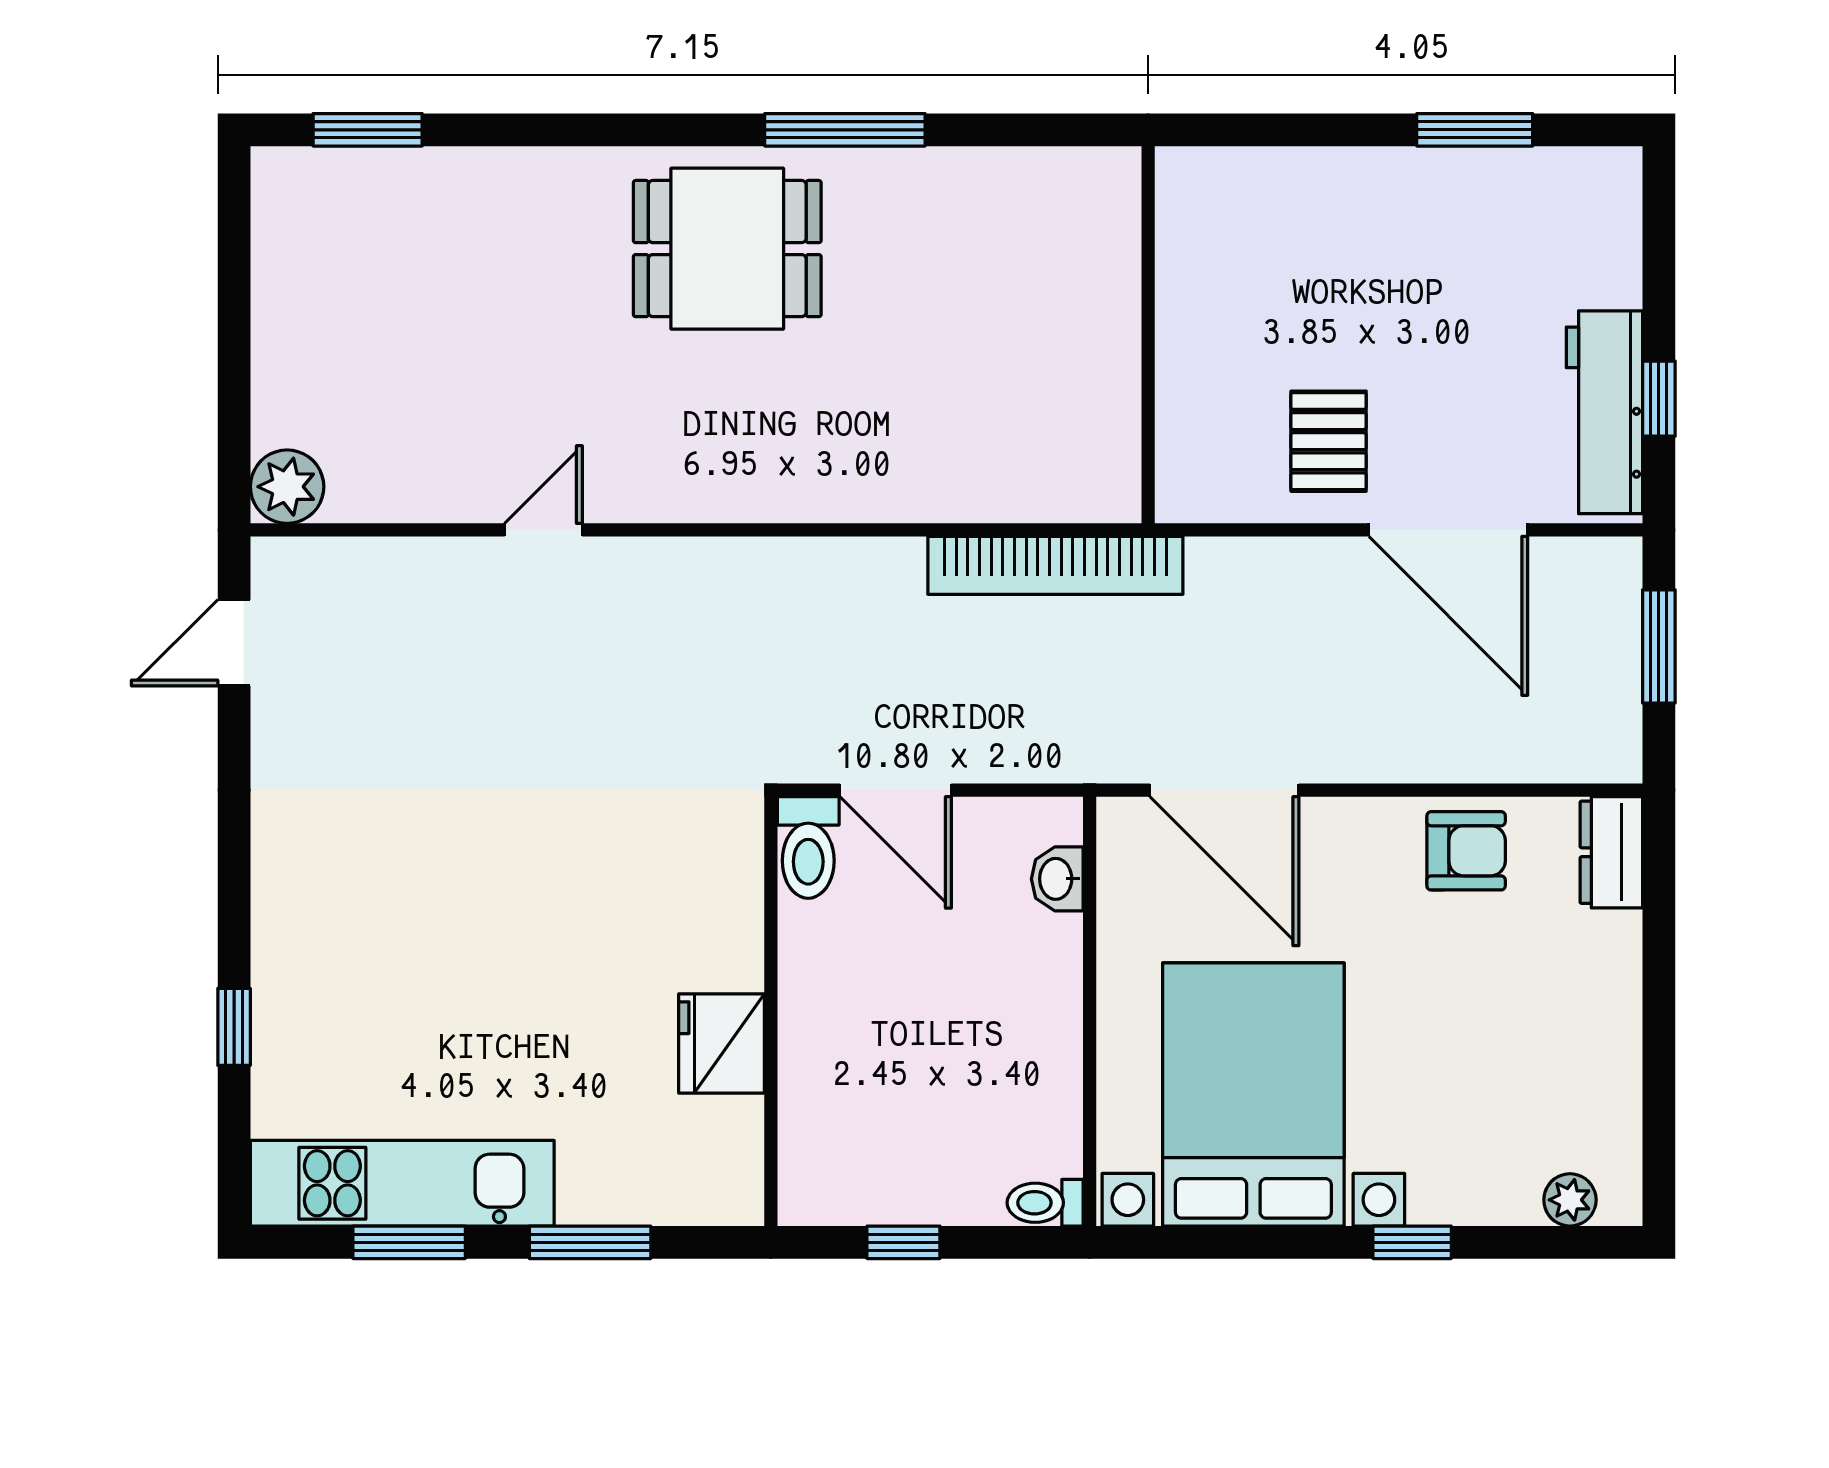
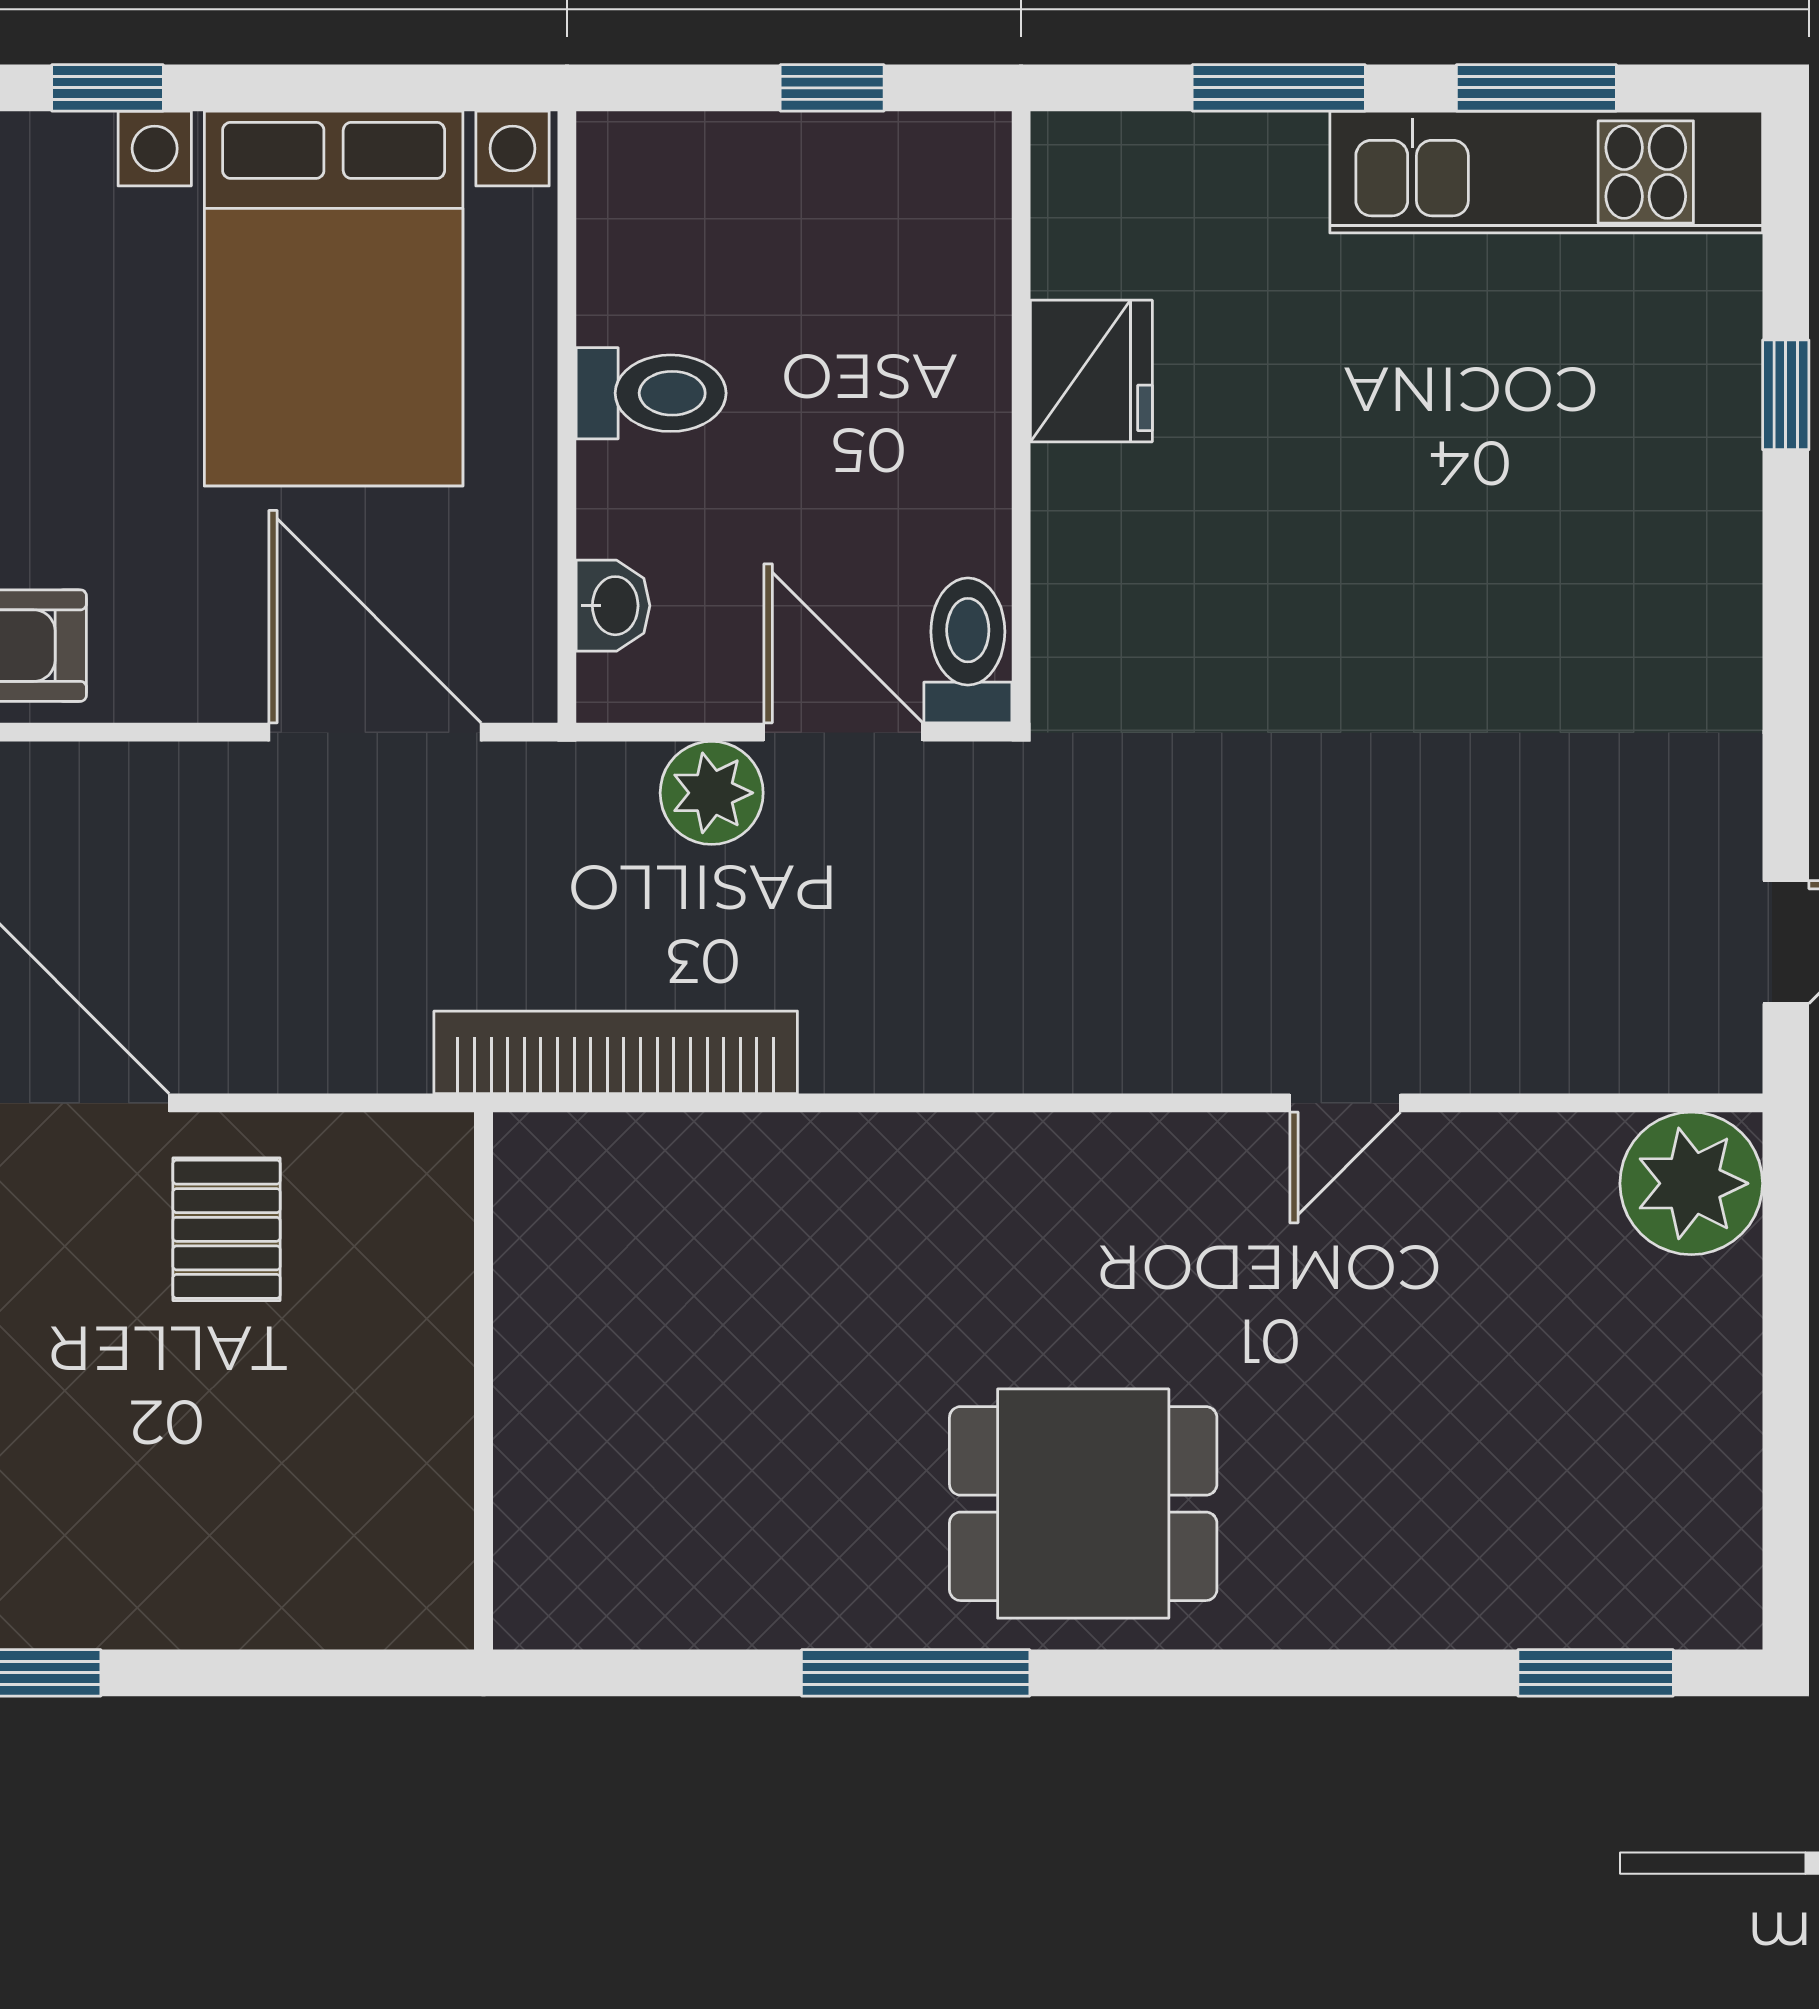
plant: (287, 487) -> (1691, 1183), width x1.36, depth x1.36
plant: (988, 747) -> (712, 793), added
toilet: (1045, 1203) -> (651, 393), moved, width x1.37, depth x1.39

